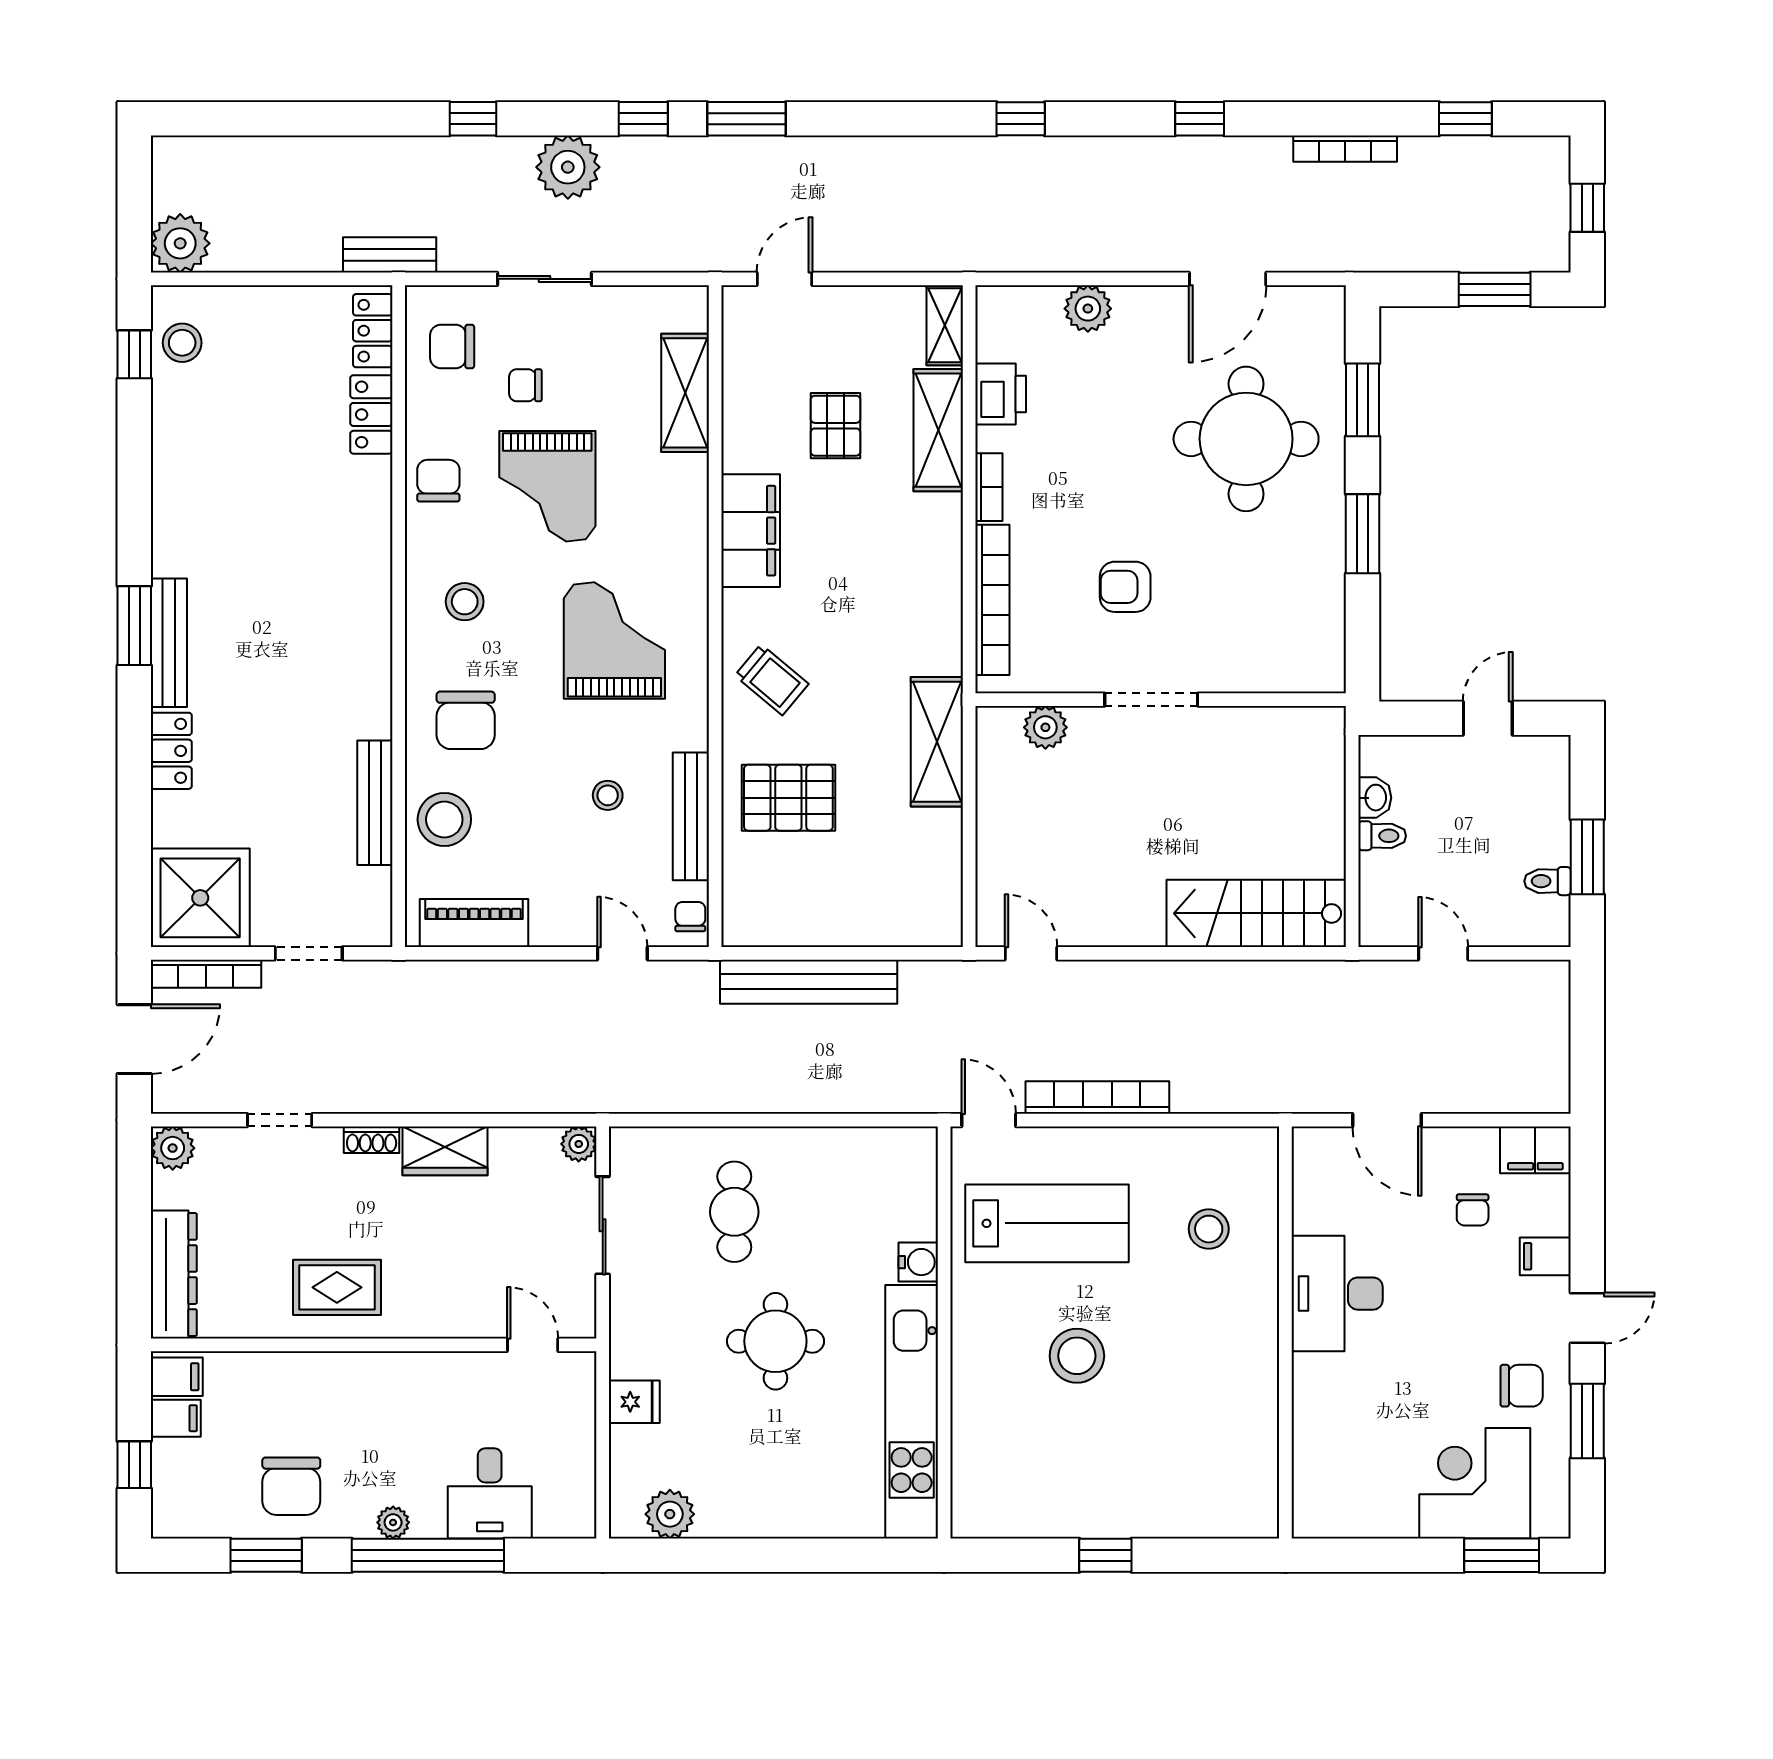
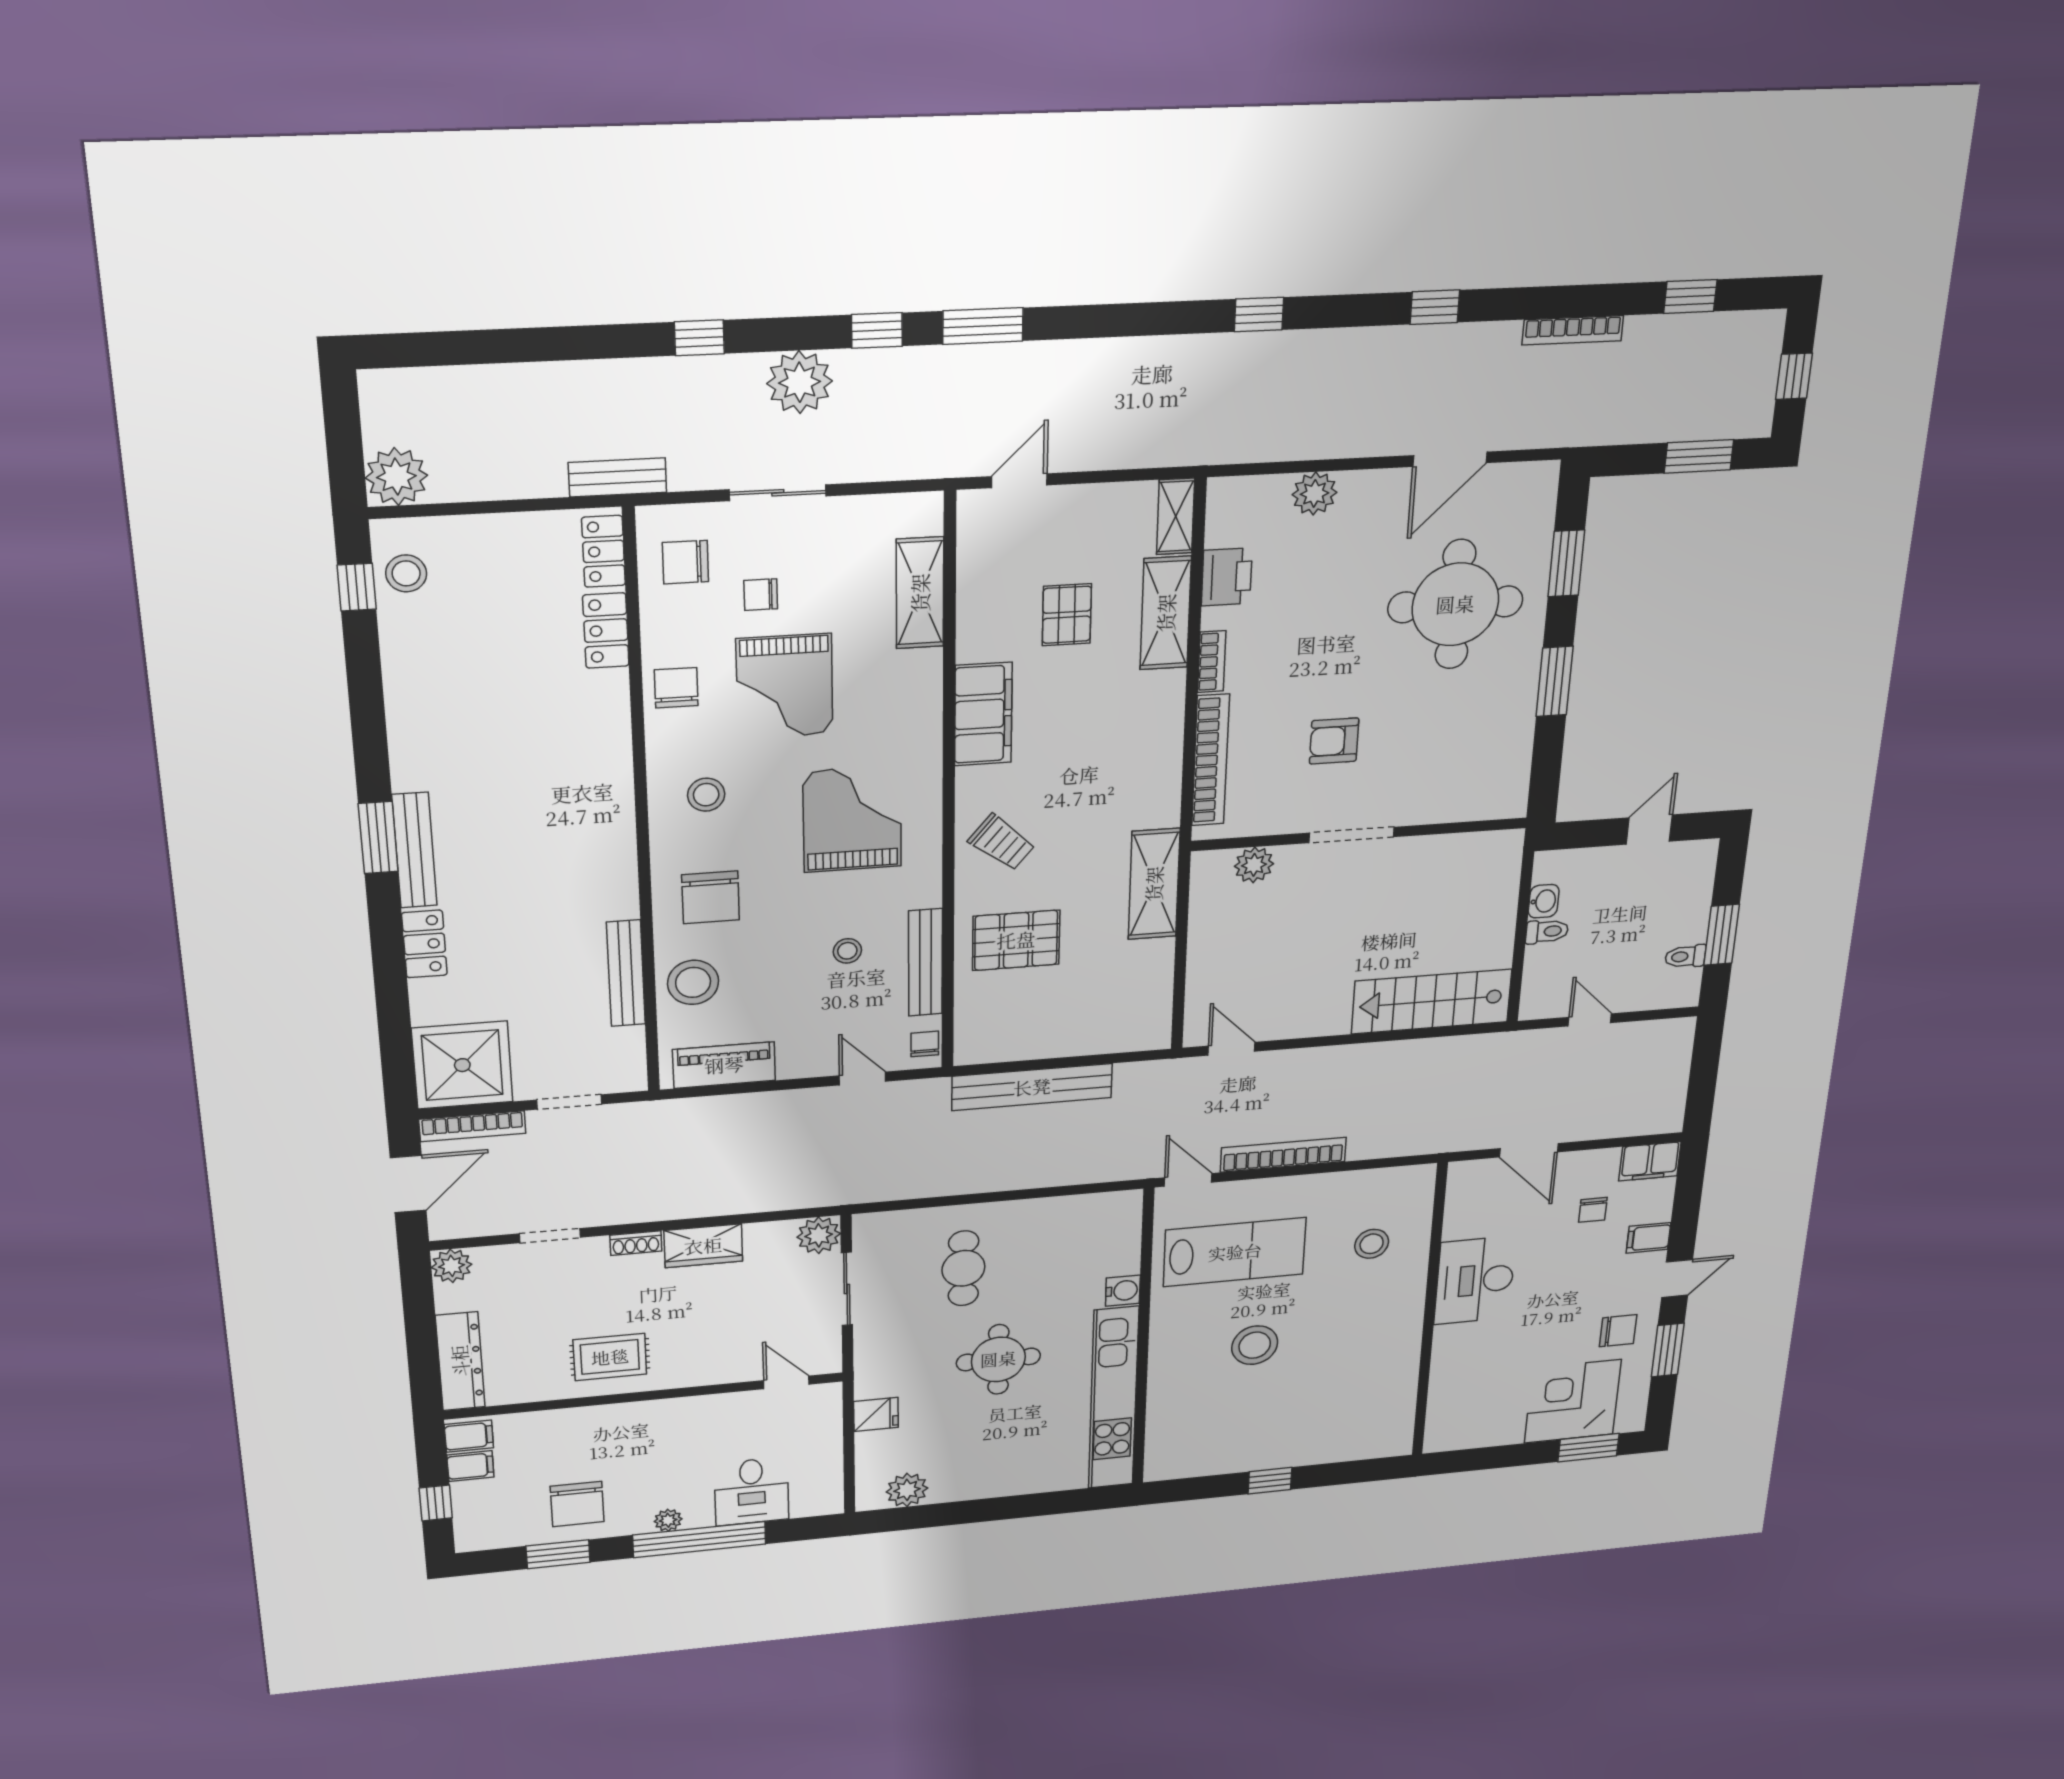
plant: (579, 1144) -> (819, 1235), width x1.38, depth x1.38

